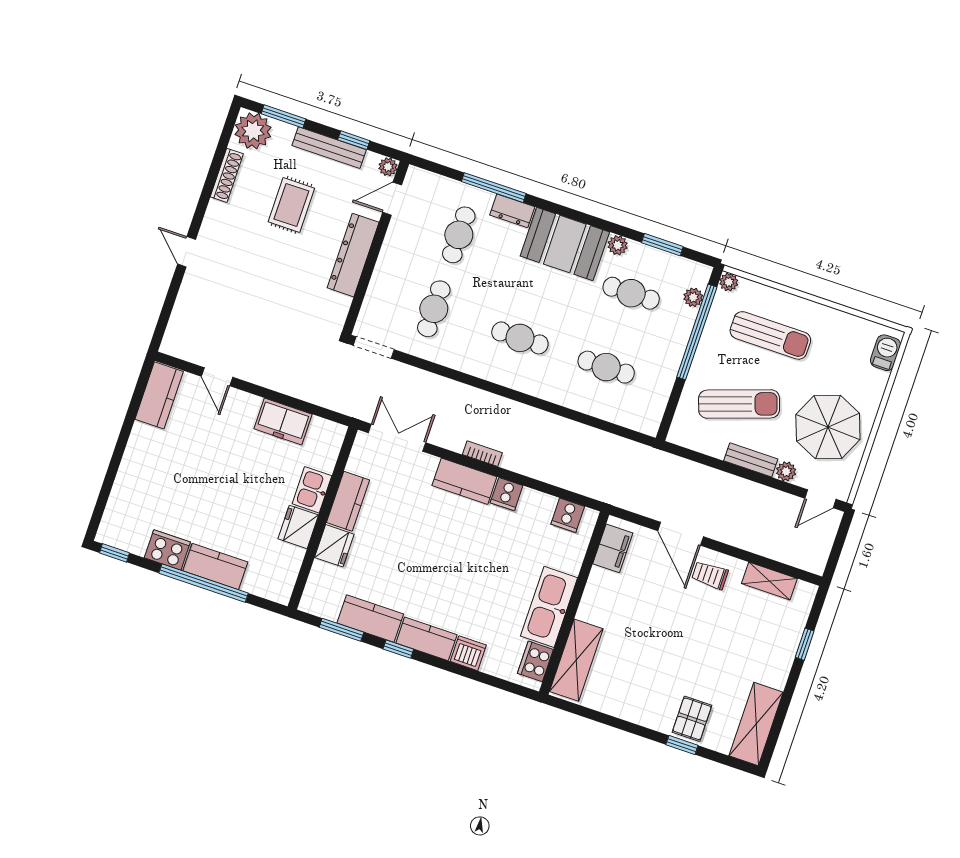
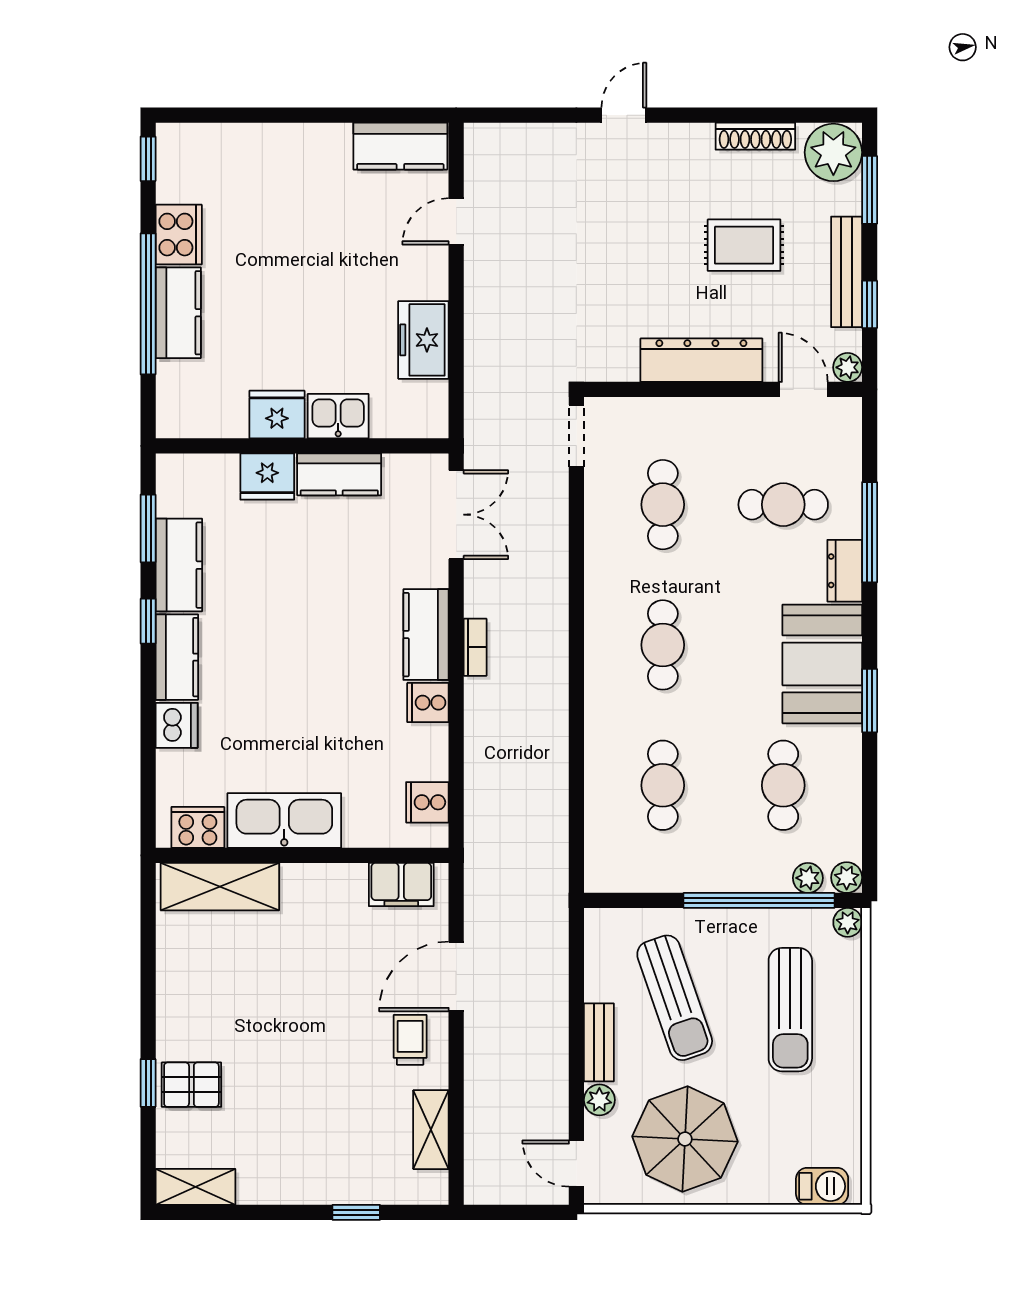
plant: (618, 245) -> (847, 878), moved
window: (662, 245) -> (870, 701), moved
cafe table: (434, 309) -> (663, 505), turned 90
shelving: (756, 724) -> (196, 1187), width x0.67, depth x0.75

